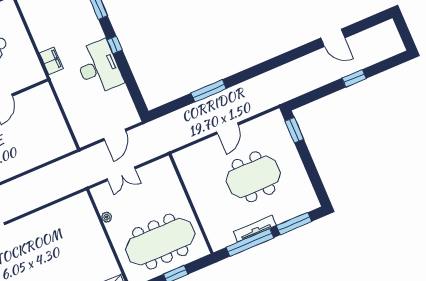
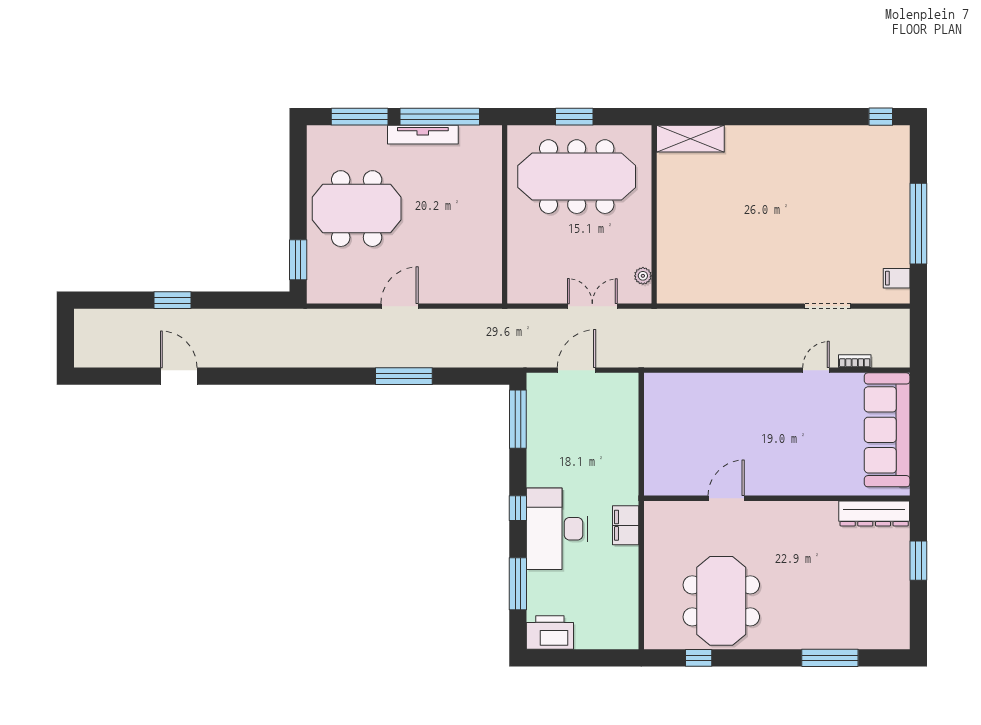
desk: (99, 67) -> (557, 529), moved
window: (136, 94) -> (518, 419), added
meeting table: (253, 177) -> (357, 209), moved
plant: (107, 217) -> (643, 276), moved

